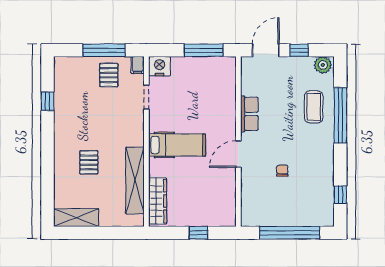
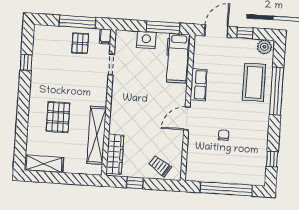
nightstand: (160, 66) -> (146, 40), moved
coffee table: (314, 107) -> (254, 82), width x1.36, depth x1.32
hospital bed: (177, 145) -> (178, 58), moved, turned 90
pallet: (89, 162) -> (58, 117), width x1.50, depth x1.42
trolley: (211, 211) -> (160, 166), added
window: (198, 233) -> (135, 183), moved

